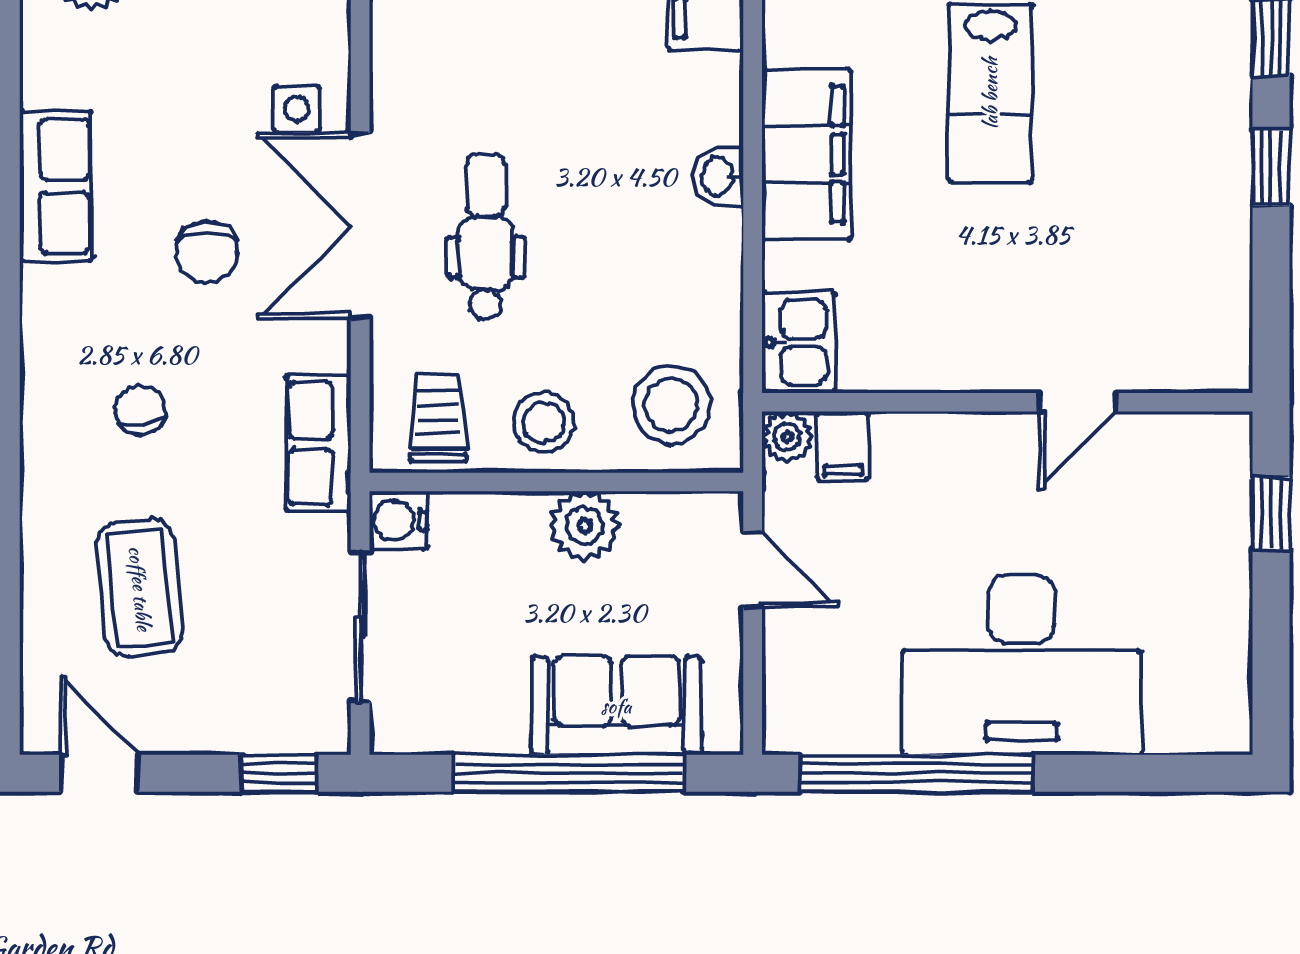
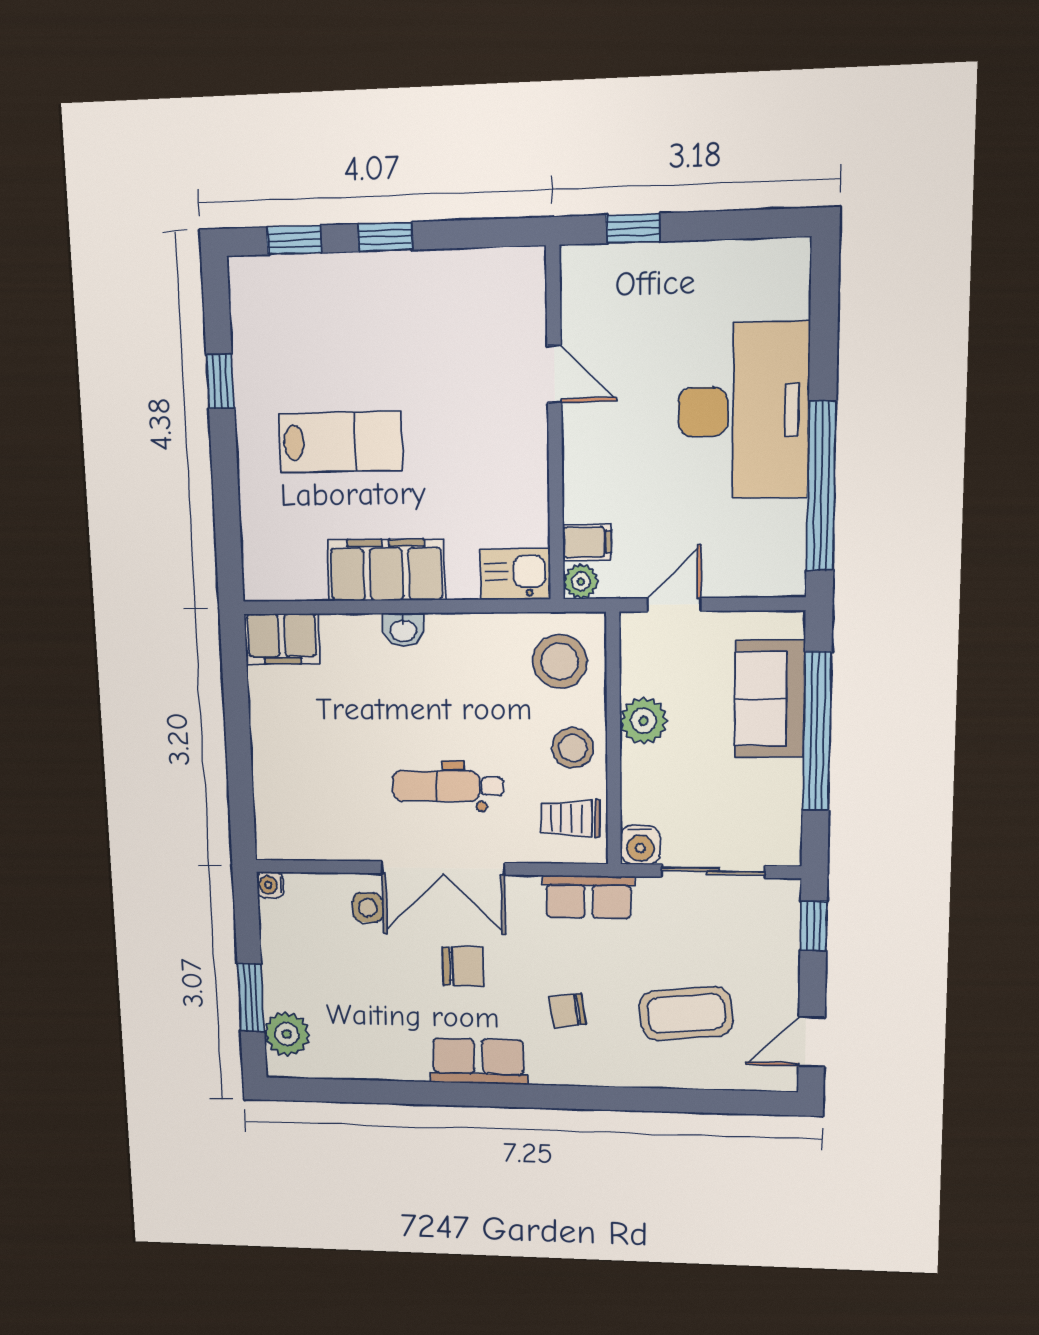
row of seats: (56, 186) -> (478, 1061), moved

